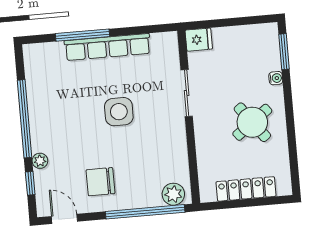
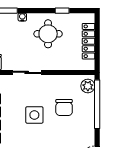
round table: (252, 122) -> (48, 34), turned 37
window: (292, 142) -> (62, 11), added
chair: (101, 182) -> (64, 108), moved

